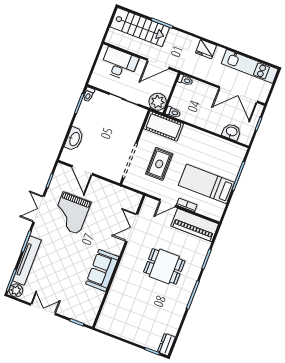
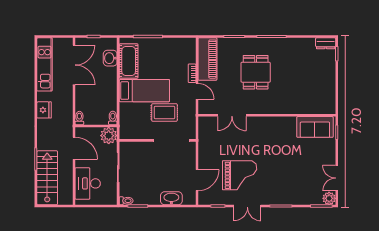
cot: (163, 126) -> (129, 61), moved
bed: (206, 184) -> (144, 91), moved, turned -90
tv unit: (27, 260) -> (298, 199), removed
sofa: (102, 270) -> (315, 127), moved
double door: (43, 309) -> (337, 178), moved

